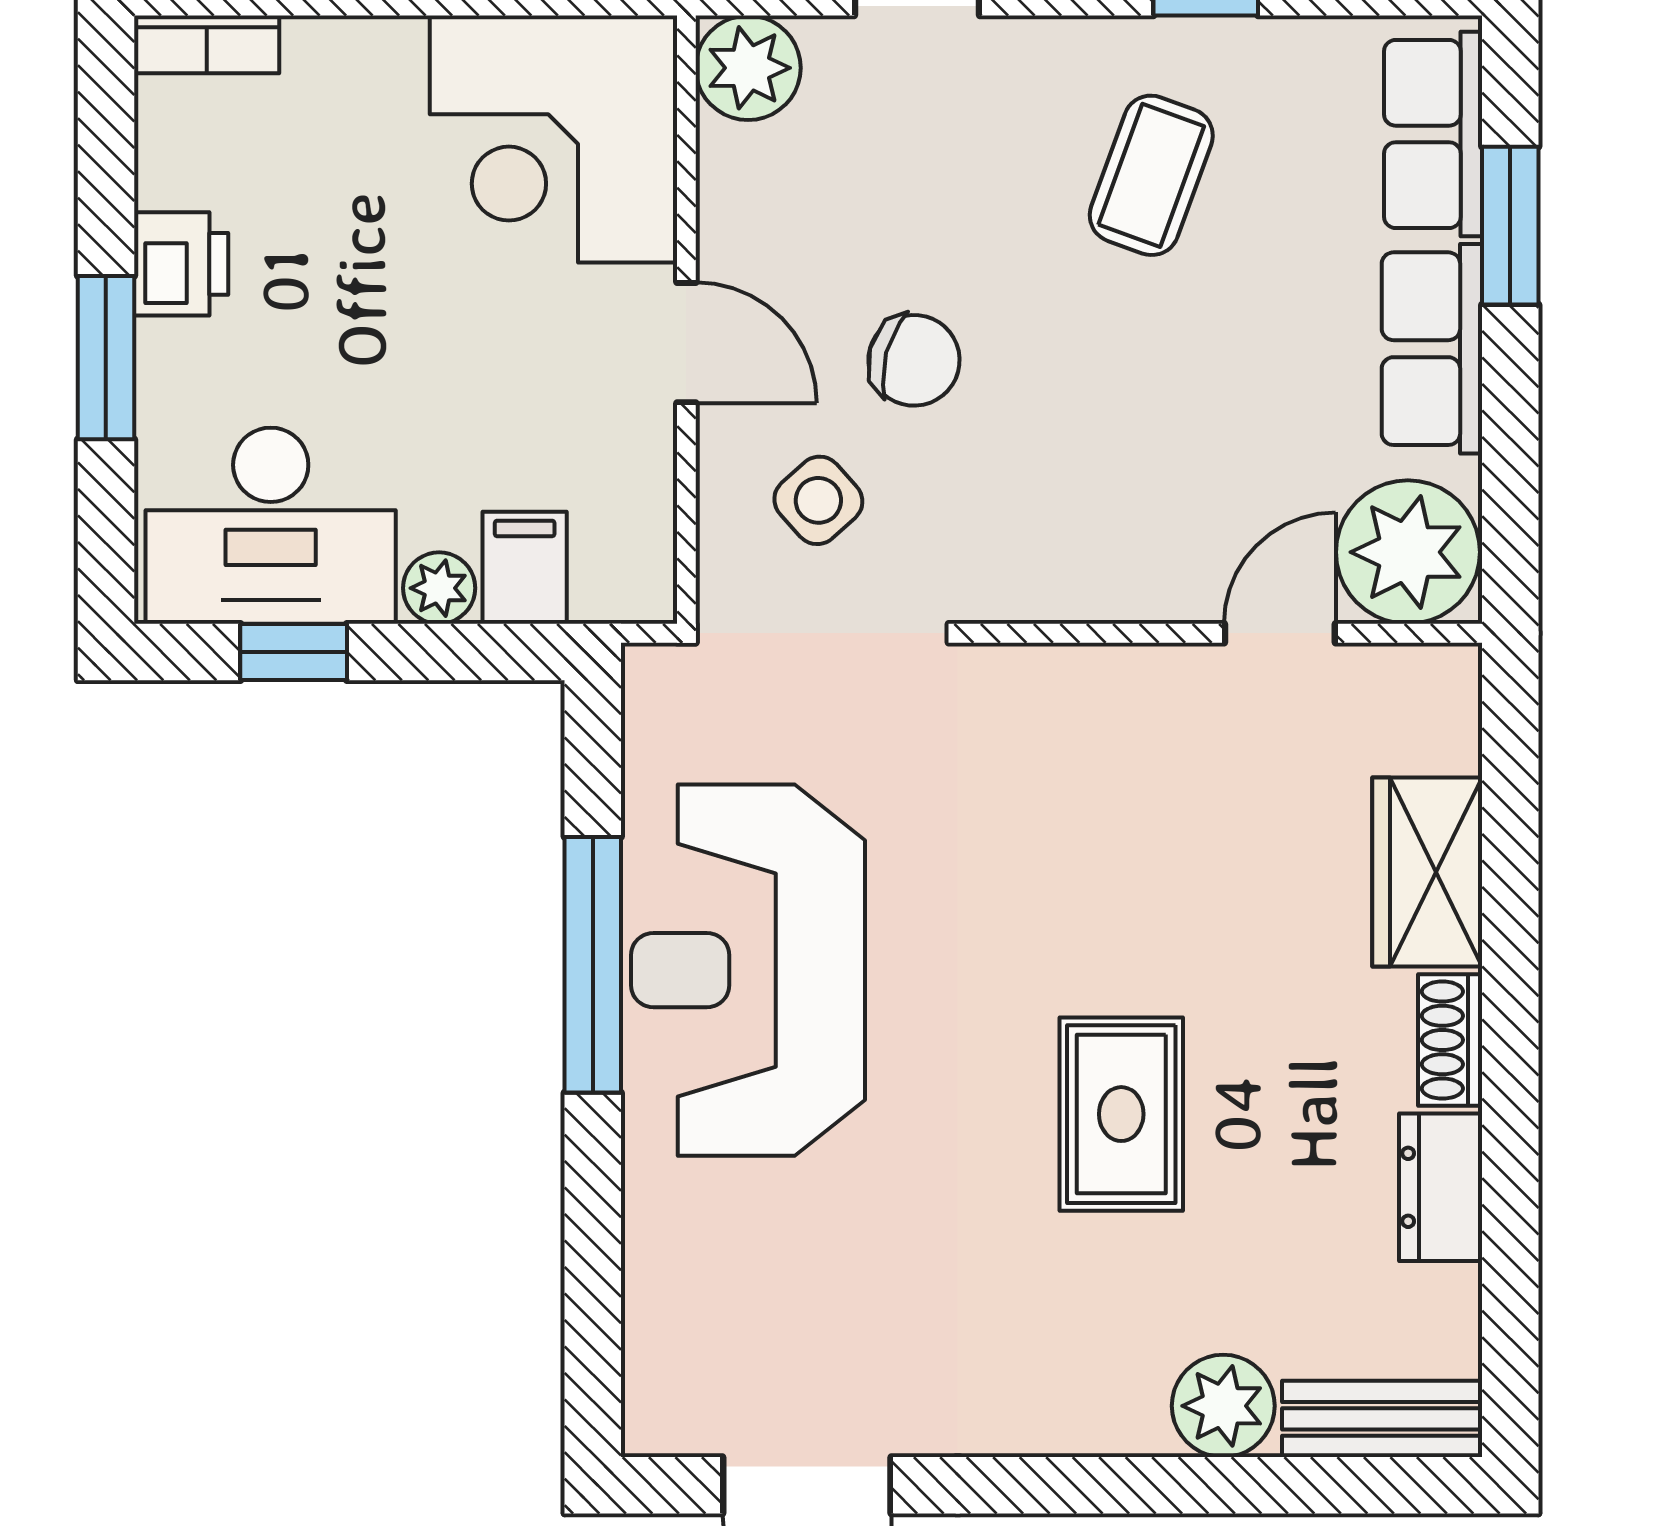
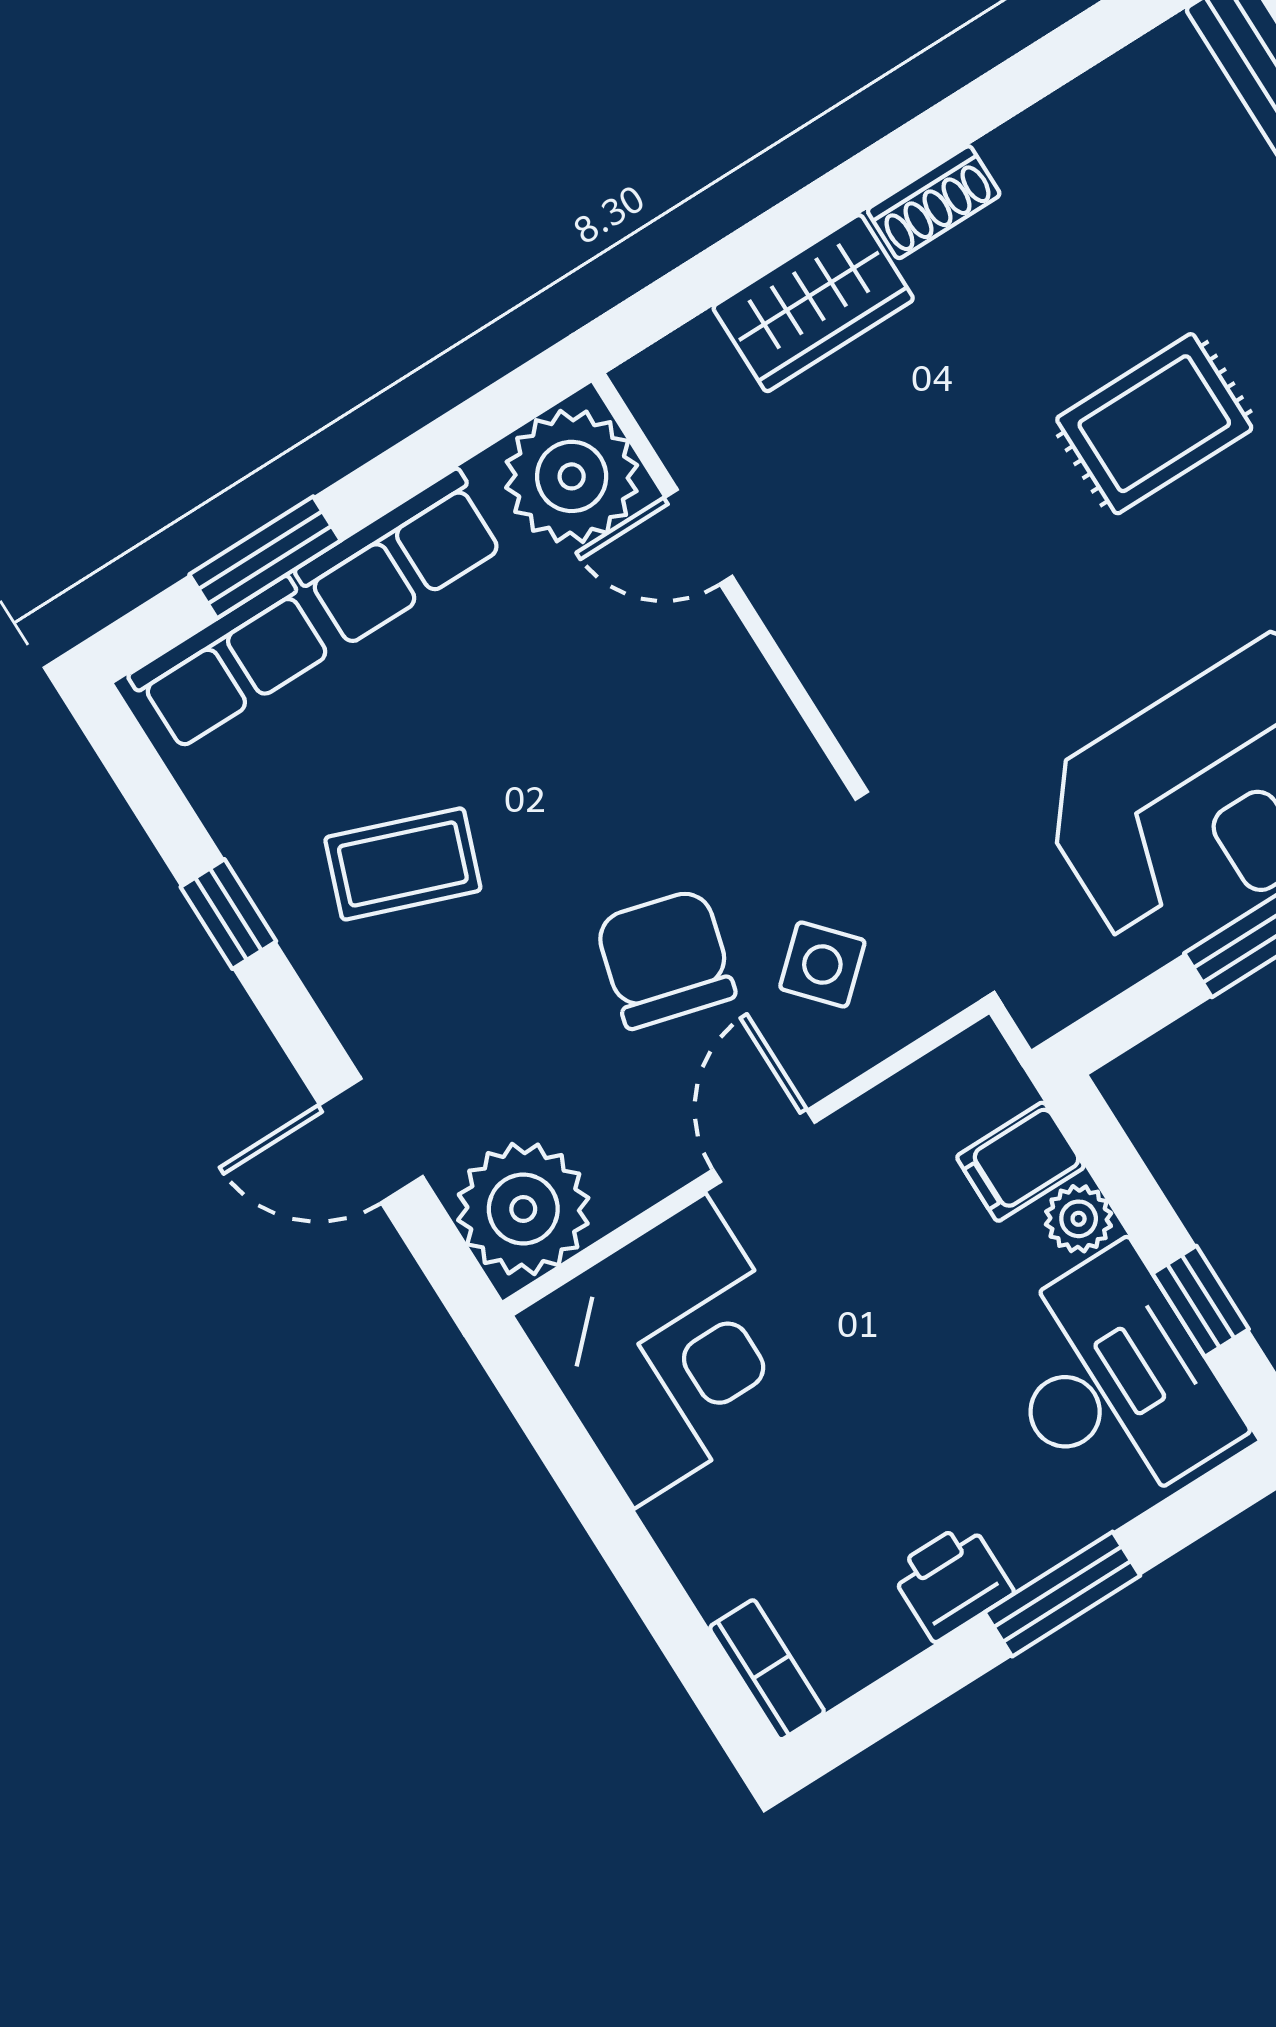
plant: (748, 68) -> (523, 1209), width x1.36, depth x1.36
chair: (914, 360) -> (665, 959), width x1.37, depth x1.37
dresser: (1441, 1187) -> (1054, 137), removed

